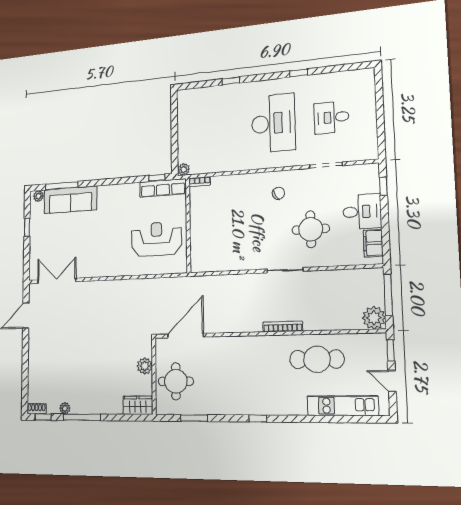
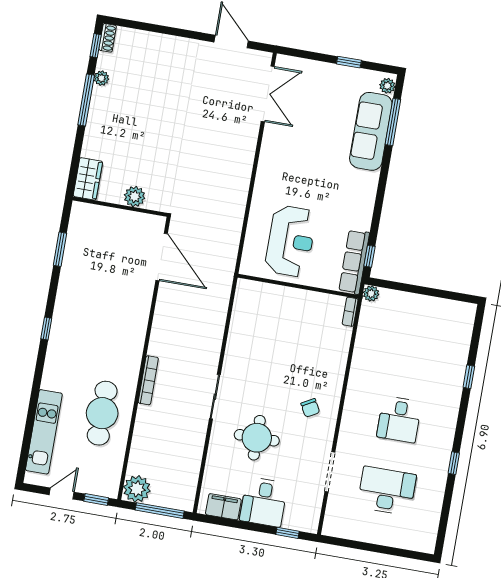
desk: (331, 117) -> (387, 491), width x1.37
desk: (273, 123) -> (399, 419), width x0.53, depth x0.77
round table: (176, 381) -> (108, 234), removed

